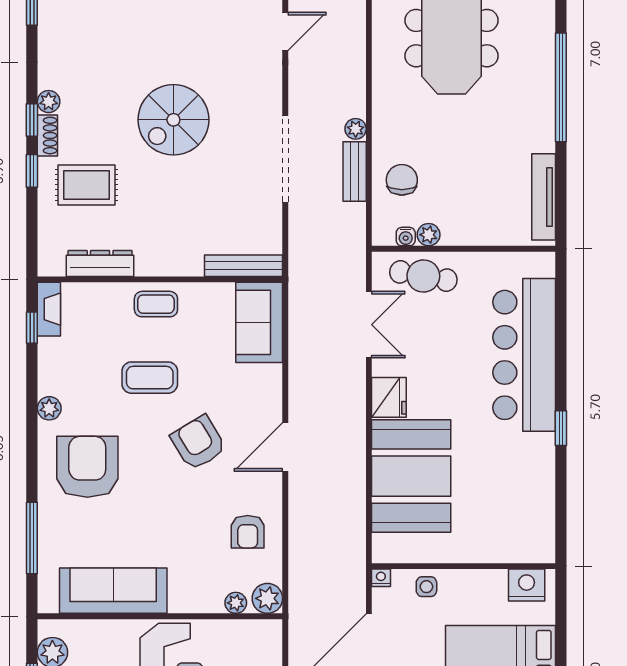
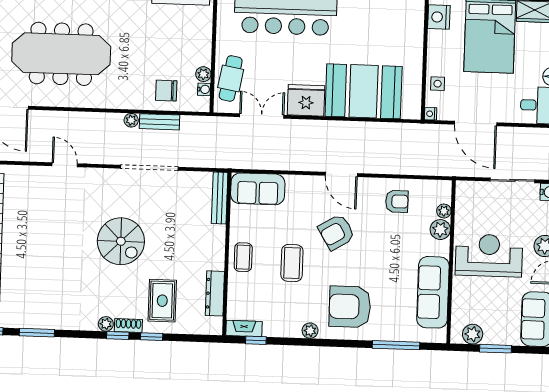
fridge: (389, 397) -> (306, 100), width x1.36, depth x1.34
plant: (267, 598) -> (440, 230), moved

